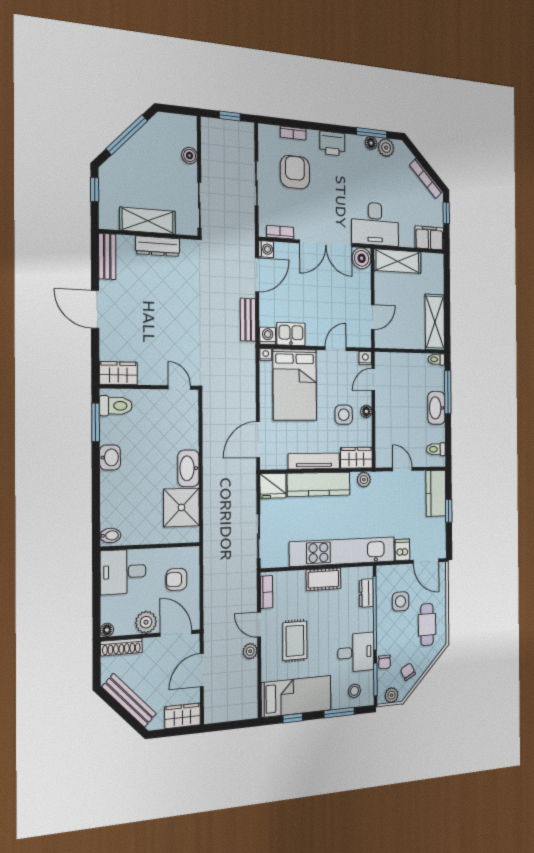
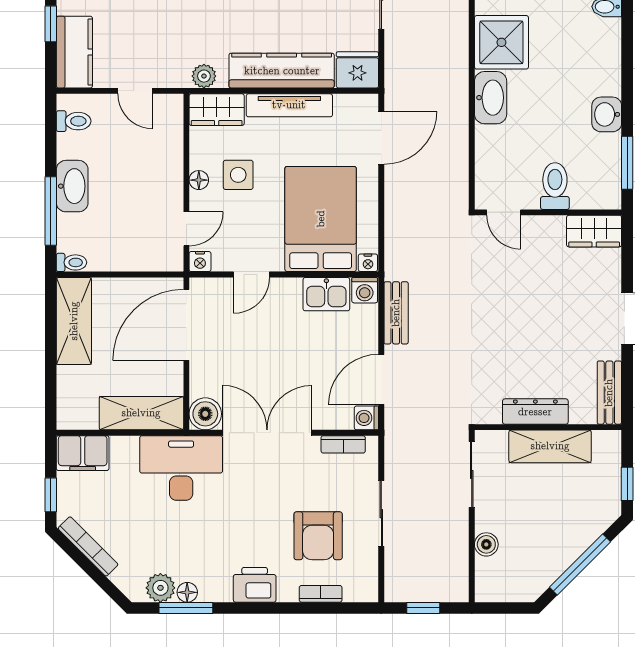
door: (373, 317) -> (186, 325), width x1.88
toilet: (116, 406) -> (555, 186), moved, turned 90

